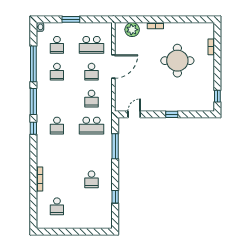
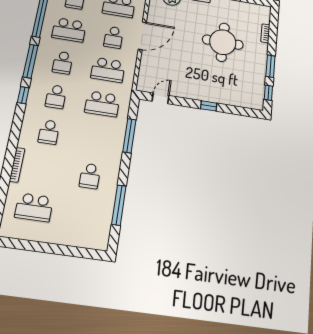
school desk: (57, 72) -> (69, 30), width x1.85
window: (217, 74) -> (270, 66), added
school desk: (57, 99) -> (63, 63), added
school desk: (92, 99) -> (108, 70), width x1.85
school desk: (57, 152) -> (49, 132), added
window: (115, 197) -> (119, 205), width x2.17
school desk: (57, 206) -> (34, 207), width x1.85

